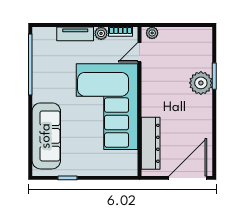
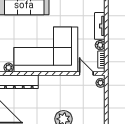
plant: (131, 157) -> (9, 68), added

